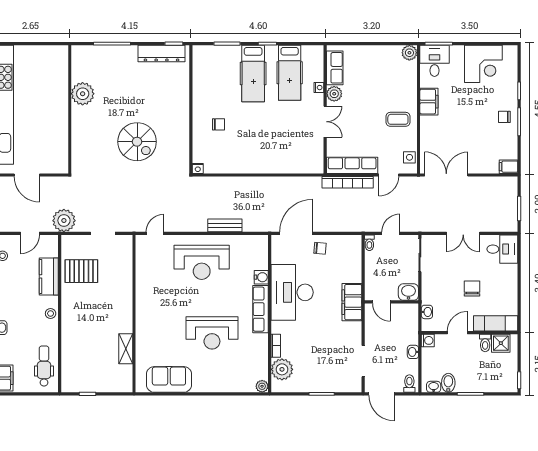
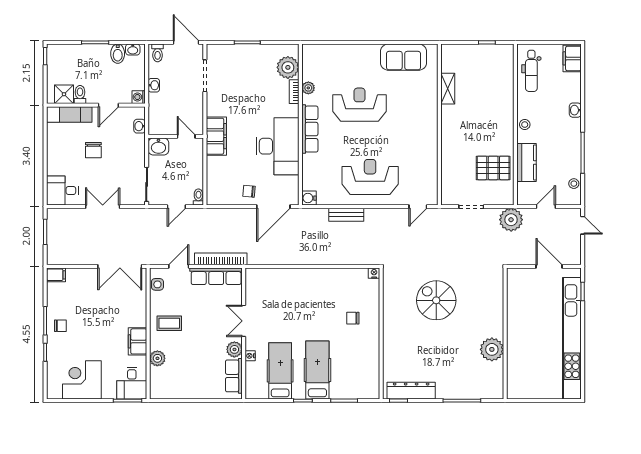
plant: (409, 53) -> (157, 358), moved
water cooler: (261, 277) -> (309, 198), moved
plant: (262, 386) -> (308, 88), moved

